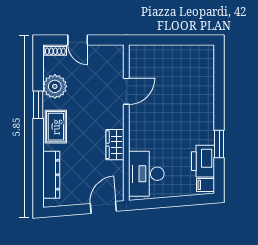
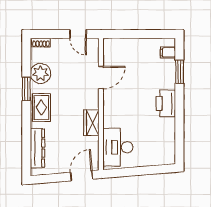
door: (78, 40) -> (78, 34), moved
window: (219, 144) -> (179, 72), moved
printer: (203, 161) -> (166, 104), moved
filing cabinet: (205, 185) -> (168, 52), moved

